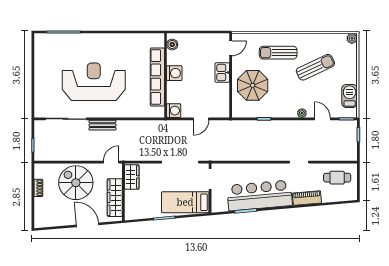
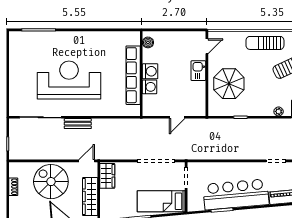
sun lounger: (278, 53) -> (265, 43), moved
washing machine: (174, 111) -> (150, 87), moved

